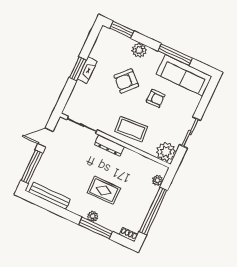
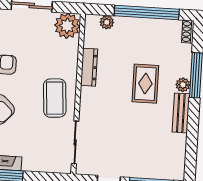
coffee table: (131, 129) -> (55, 98), moved
dresser: (109, 146) -> (89, 67), moved
bench: (50, 196) -> (181, 113), moved, width x0.73

